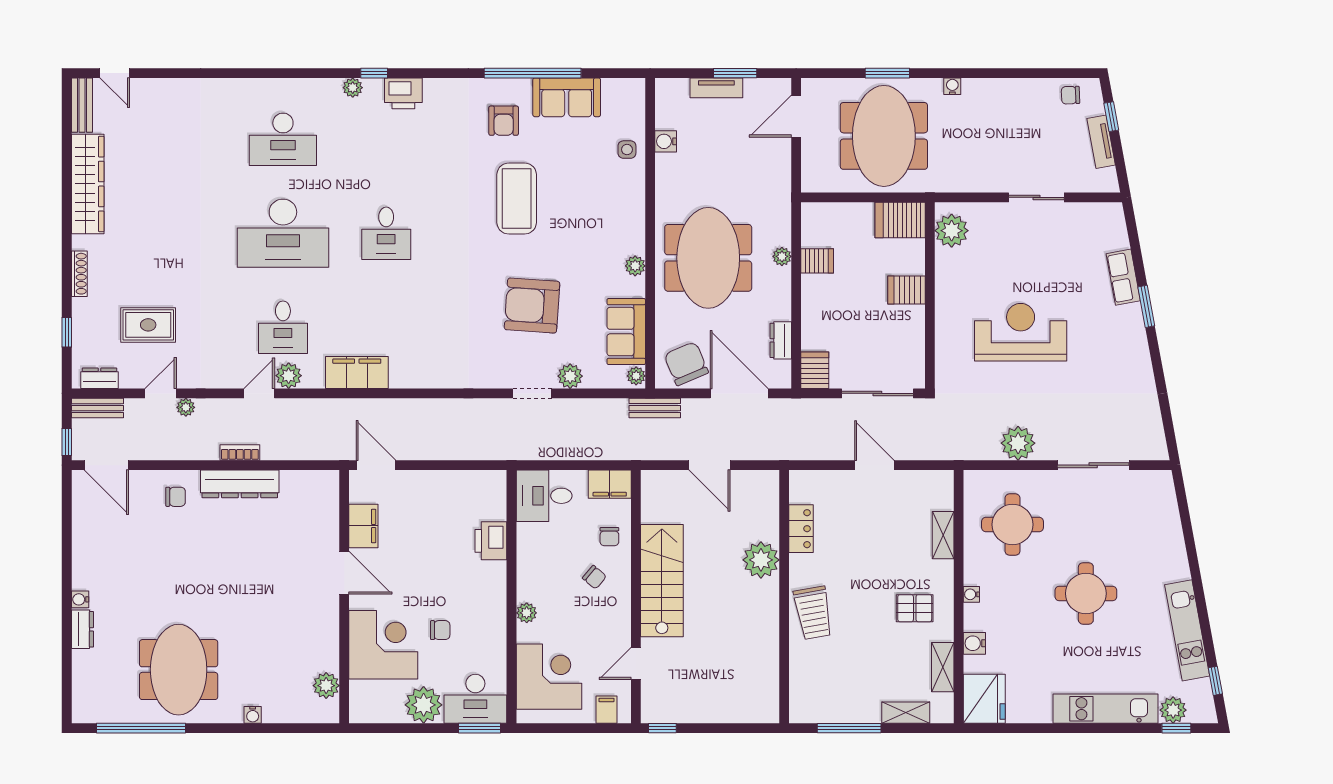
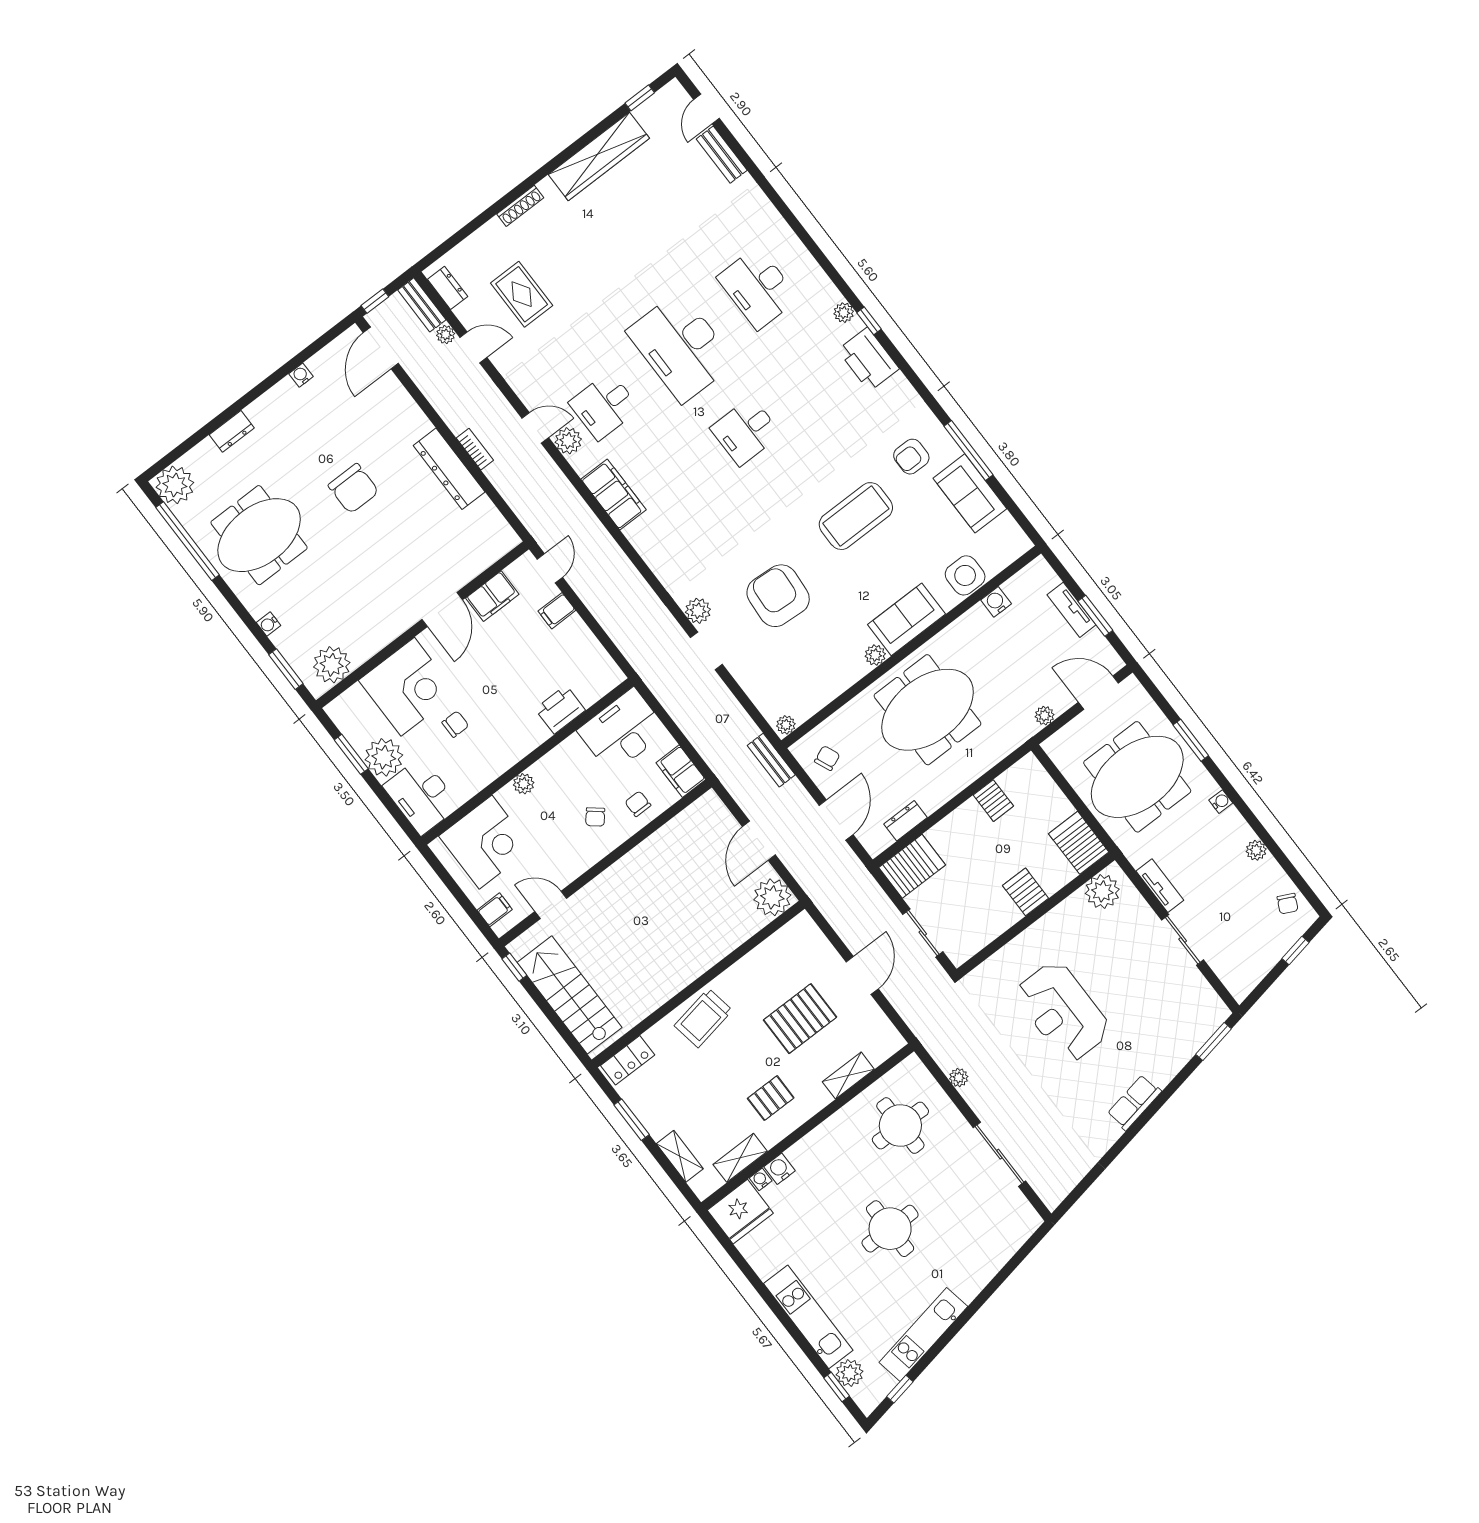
window: (533, 73) -> (968, 451), width x0.68
plant: (1011, 88) -> (1256, 850), added
printer: (403, 93) -> (868, 359), width x1.37, depth x1.19
chair: (1070, 95) -> (1288, 904), turned -152
bench: (82, 105) -> (722, 155), moved, turned 90
tv unit: (1101, 142) -> (1160, 886), moved, turned 100
side table: (627, 150) -> (965, 575), width x1.87, depth x1.87
plant: (782, 256) -> (1045, 716), moved
row of seats: (1123, 277) -> (1134, 1103), moved
window: (1146, 306) -> (1213, 1041), moved
window: (67, 332) -> (640, 98), moved
sofa: (626, 332) -> (907, 619), moved
reception desk: (1021, 332) -> (1063, 1012), turned 180
chair: (686, 364) -> (827, 758), width x0.54, depth x0.54
server rack: (815, 370) -> (912, 866), width x1.36, depth x1.44
plant: (570, 376) -> (698, 611), moved
door: (739, 393) -> (836, 820), width x0.73
sliding door: (877, 393) -> (923, 933), width x0.73
plant: (186, 407) -> (446, 335), moved
plant: (1018, 443) -> (959, 1078), width x0.53, depth x0.53
door: (376, 465) -> (550, 568), width x0.73
filing cabinet: (413, 485) -> (557, 611), added
desk: (544, 496) -> (622, 731), width x1.37
chair: (176, 497) -> (354, 489), moved, width x1.87, depth x1.87
locker: (801, 529) -> (628, 1060), moved
chair: (609, 537) -> (638, 804), turned 90
pallet: (871, 539) -> (800, 1019), added
plant: (761, 560) -> (772, 897), moved
stairs: (662, 581) -> (570, 995), moved, turned -90
water cooler: (971, 594) -> (761, 1179), moved
water cooler: (80, 599) -> (301, 375), moved
pallet: (915, 608) -> (771, 1098), turned 90
chair: (440, 630) -> (455, 724), turned -90
plant: (326, 686) -> (332, 665), width x1.36, depth x1.36
plant: (90, 705) -> (175, 485), added
window: (298, 728) -> (286, 669), added
window: (479, 728) -> (351, 754), moved
window: (849, 728) -> (632, 1120), width x0.69

